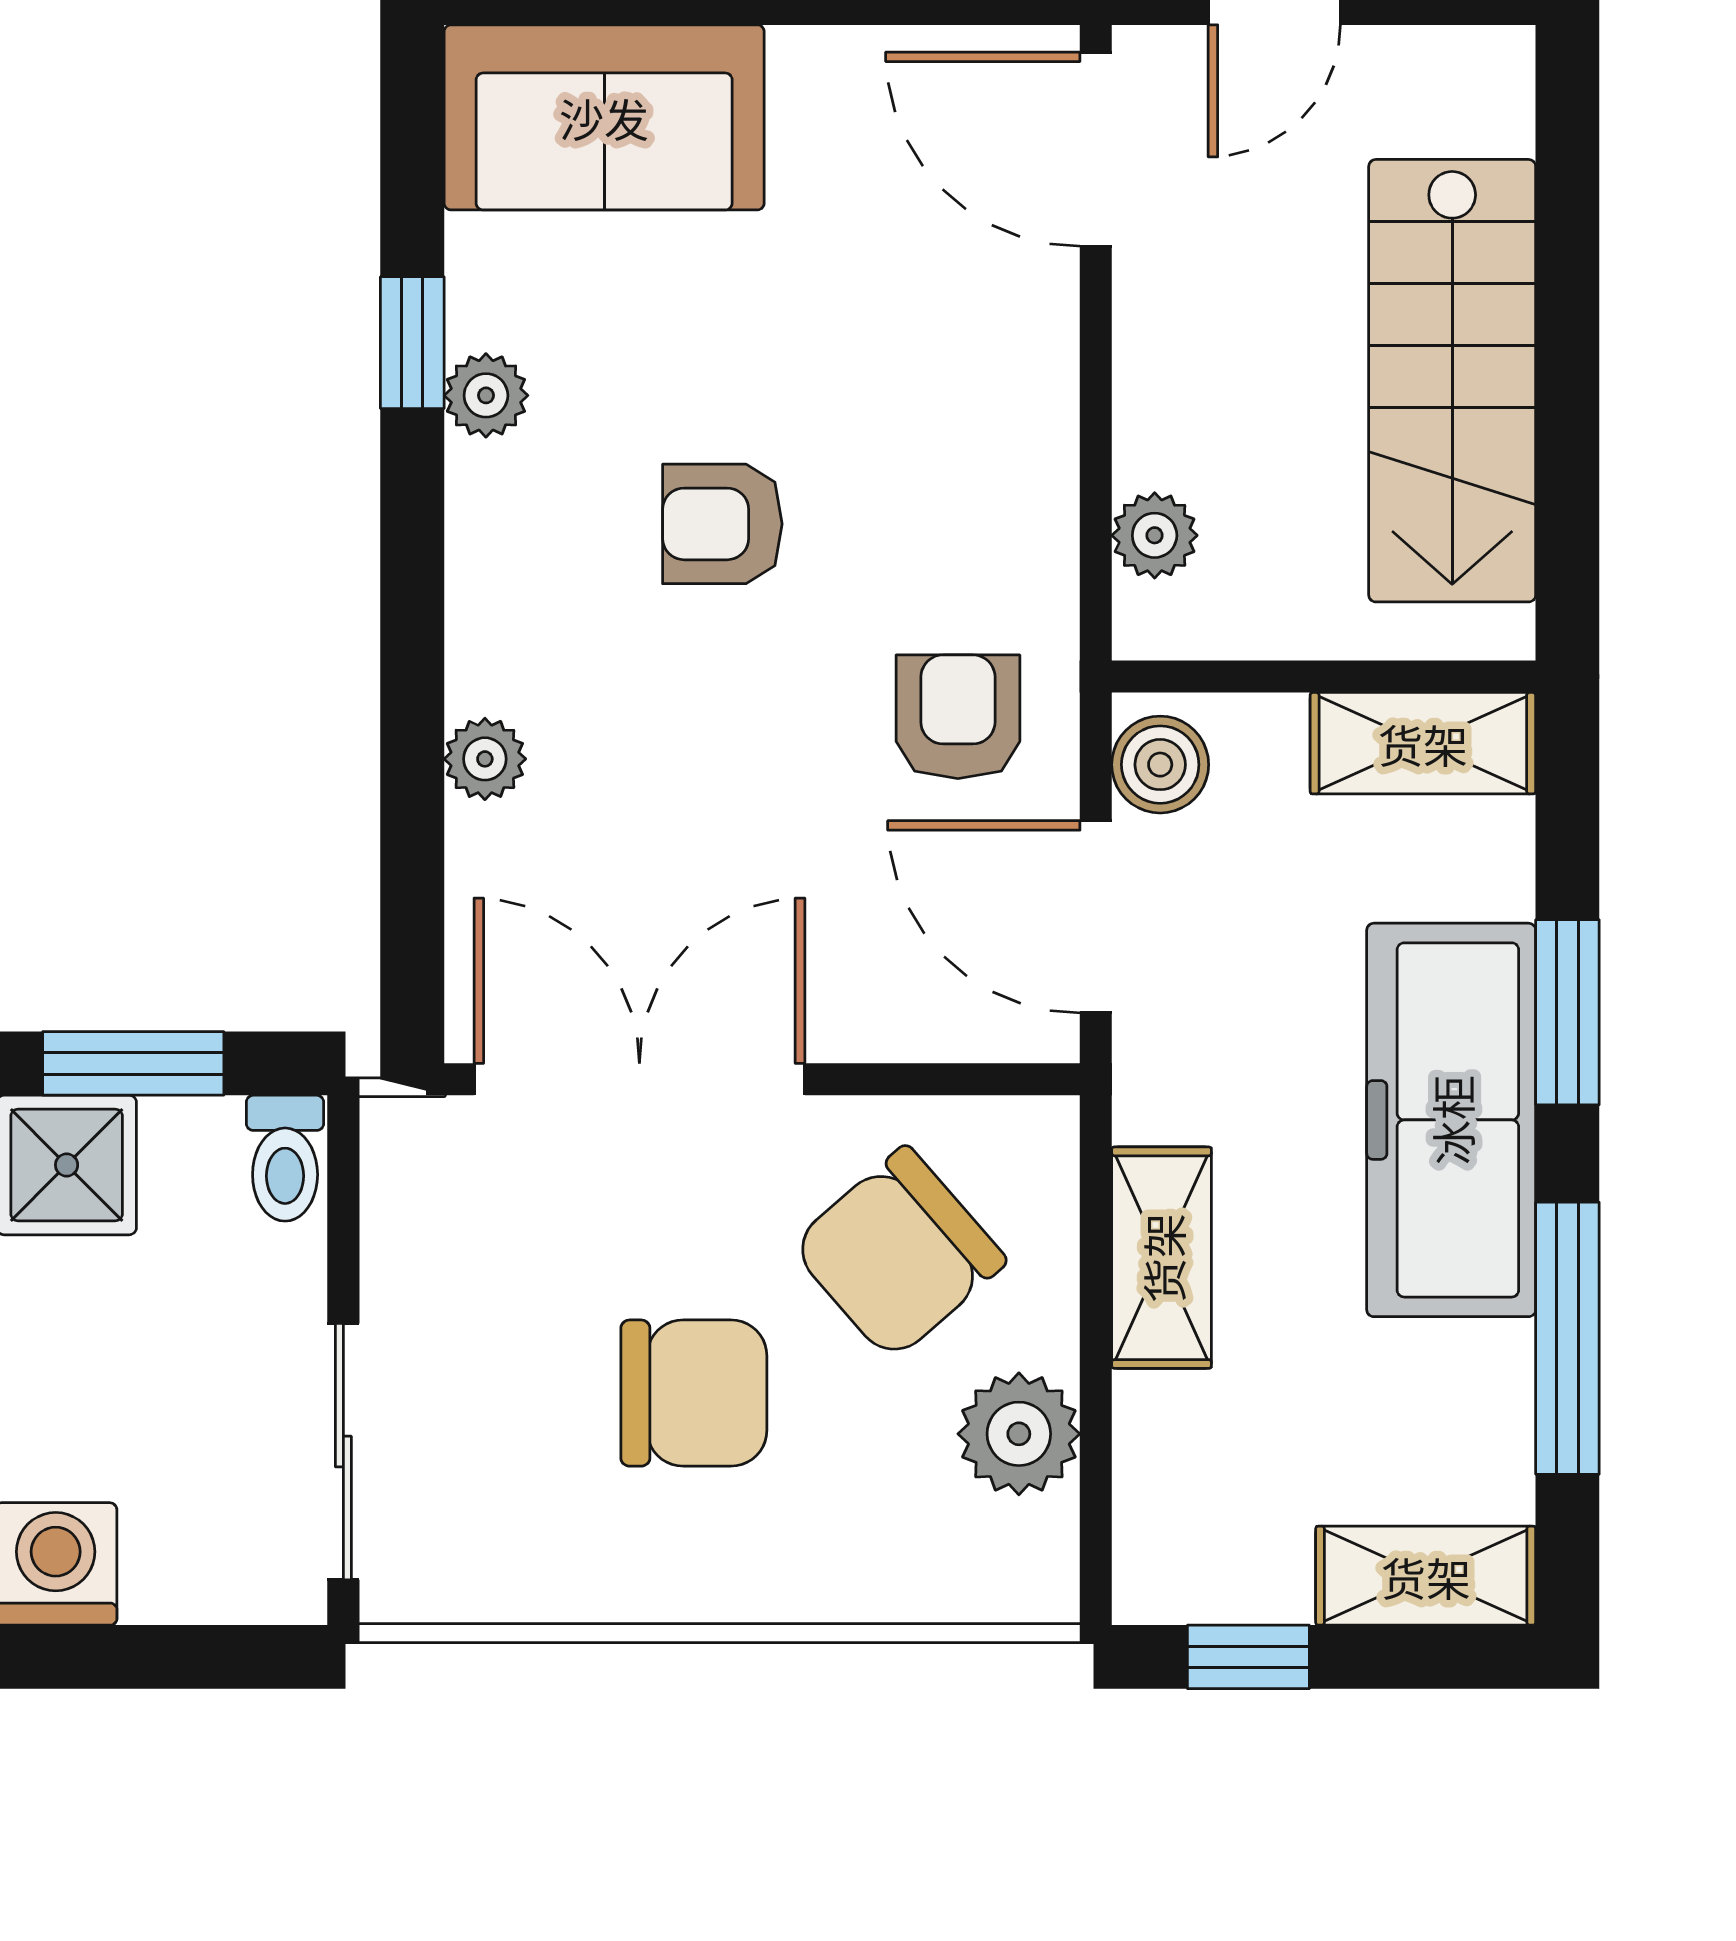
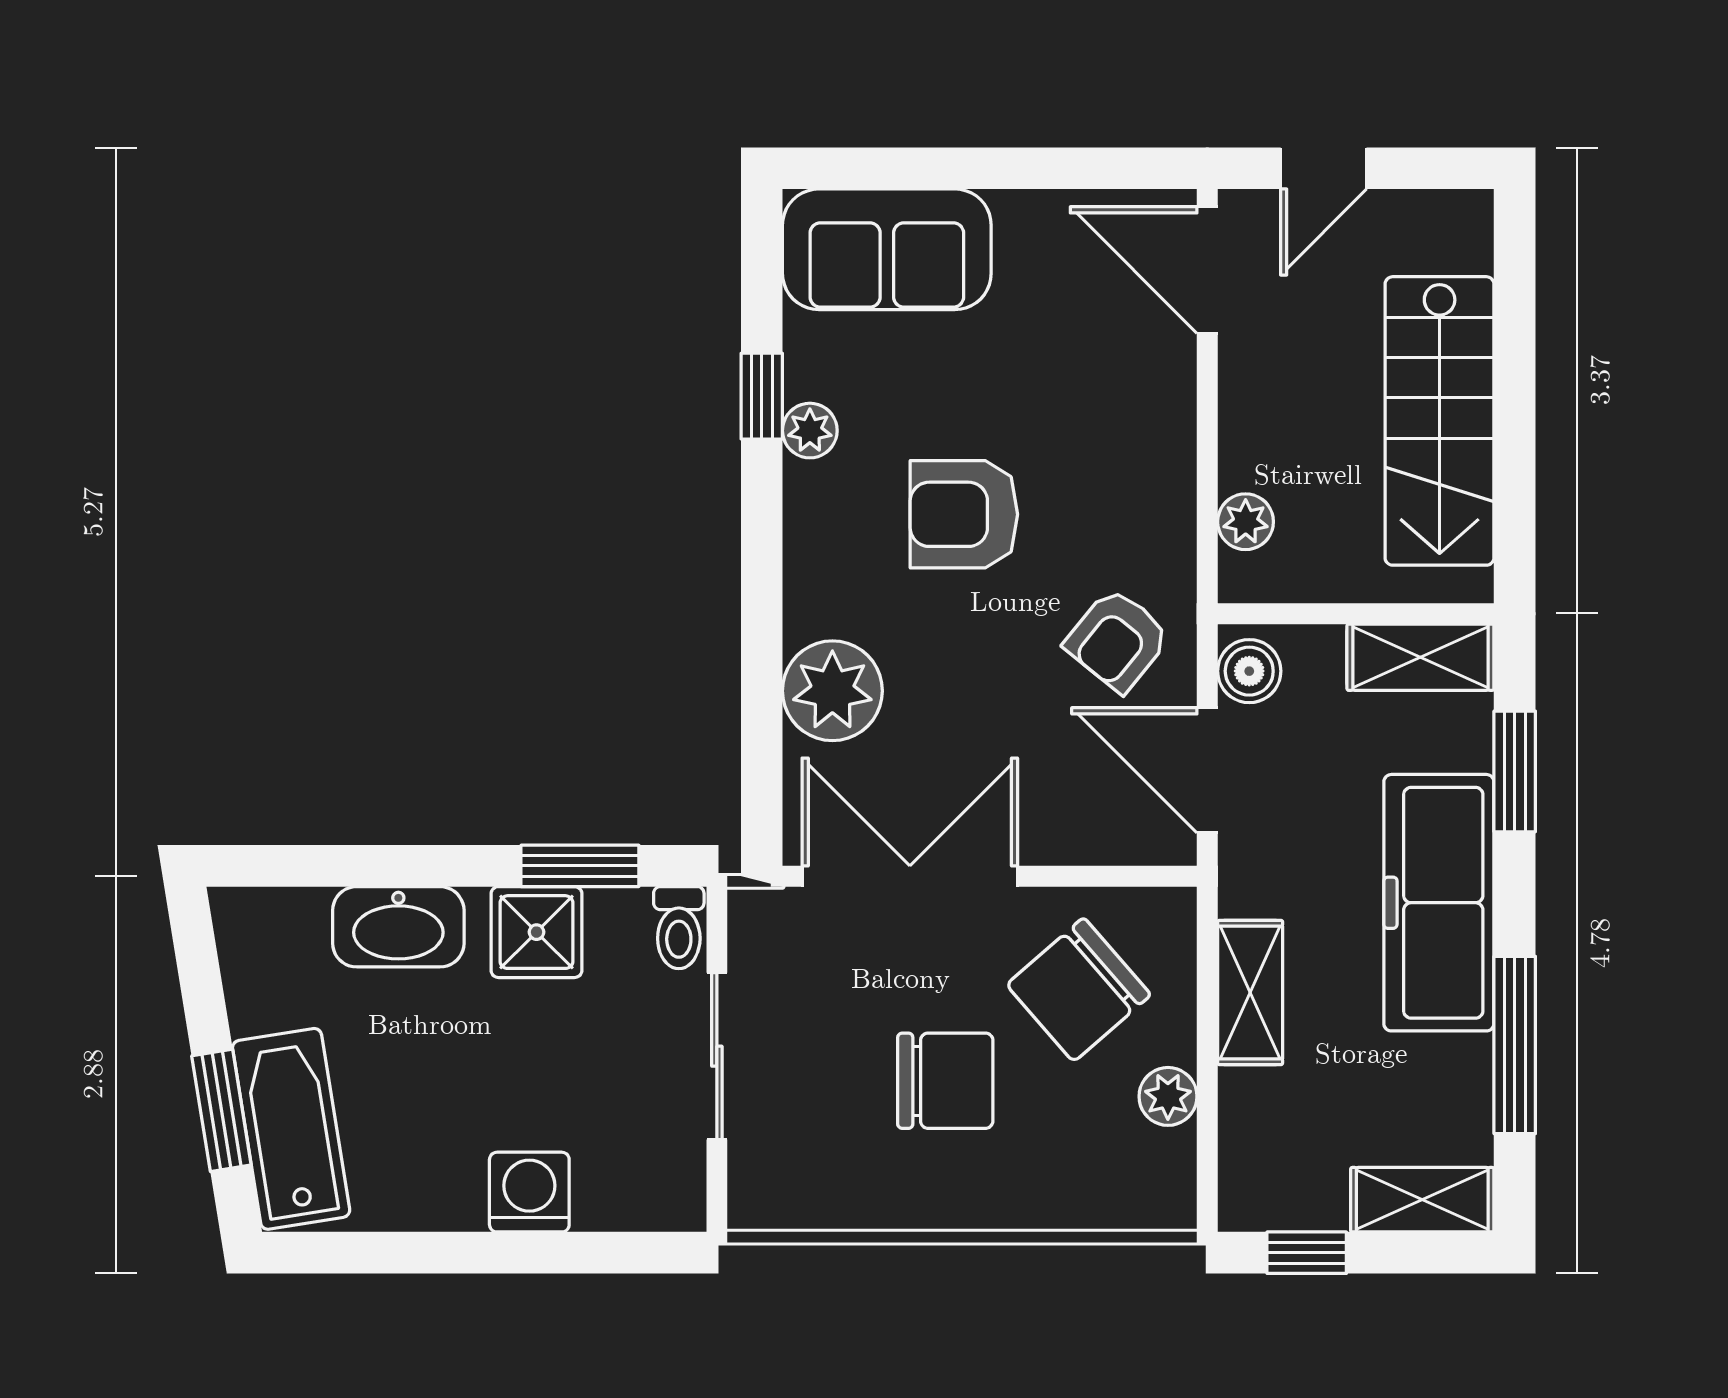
armchair: (722, 524) -> (964, 514), width x1.38, depth x1.38
armchair: (958, 717) -> (1117, 640), turned -141
plant: (485, 759) -> (832, 691), width x1.87, depth x1.87
window: (1567, 1012) -> (1515, 771), moved
plant: (1019, 1434) -> (1168, 1096), width x0.73, depth x0.73
sliding door: (343, 1452) -> (717, 1056), moved

